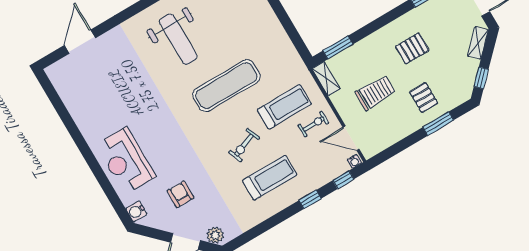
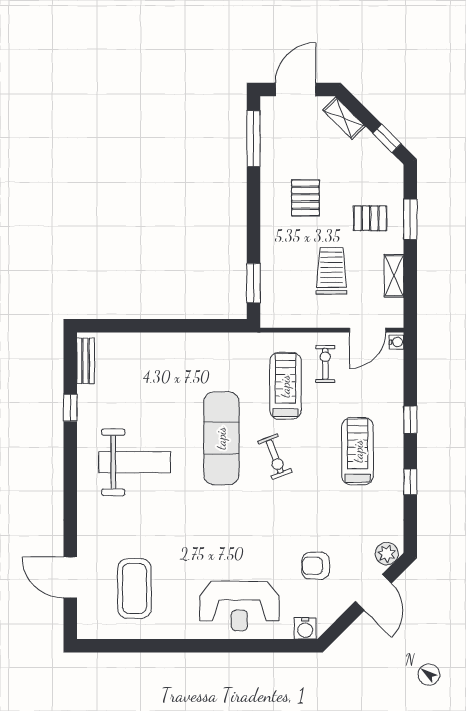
shelving: (326, 79) -> (394, 276), moved, turned 90
coffee table: (97, 87) -> (134, 589), added
exercise bike: (244, 145) -> (275, 457), moved
window: (343, 180) -> (410, 482), moved

